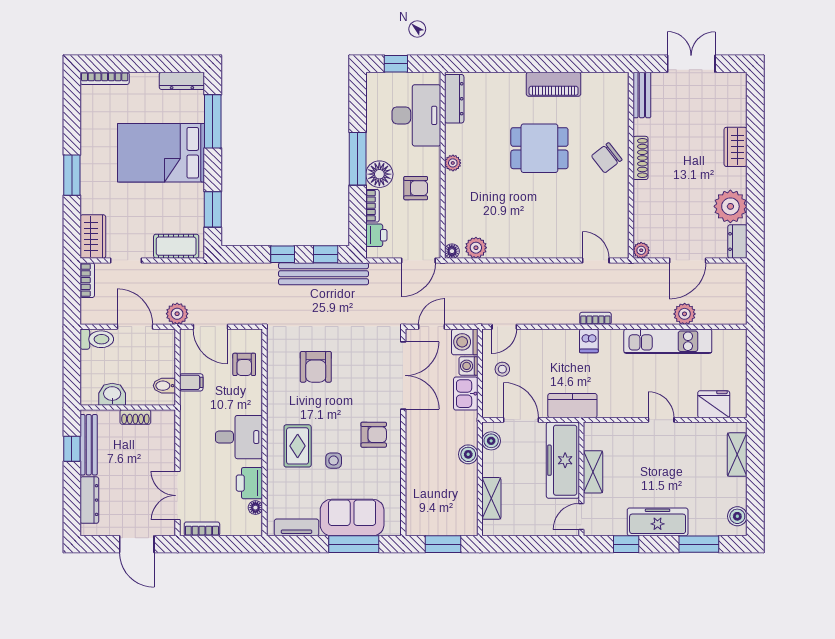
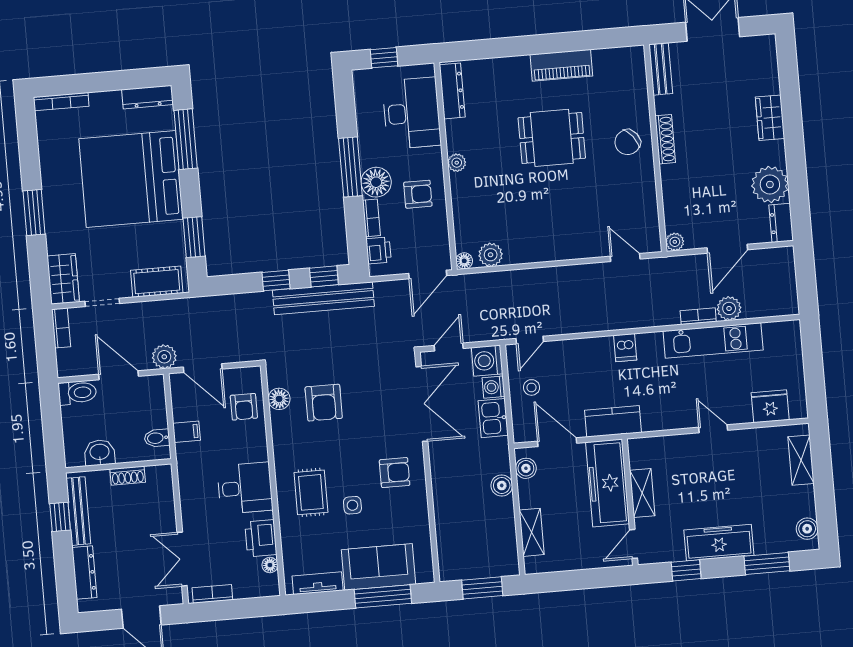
bed: (161, 153) -> (131, 179), width x1.36
bookcase: (595, 318) -> (698, 316), moved
floor lamp: (276, 360) -> (279, 399), added

